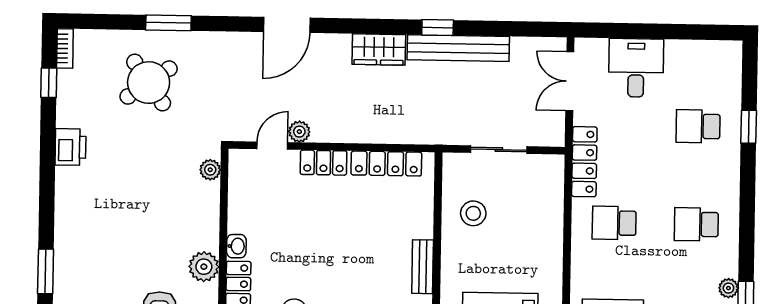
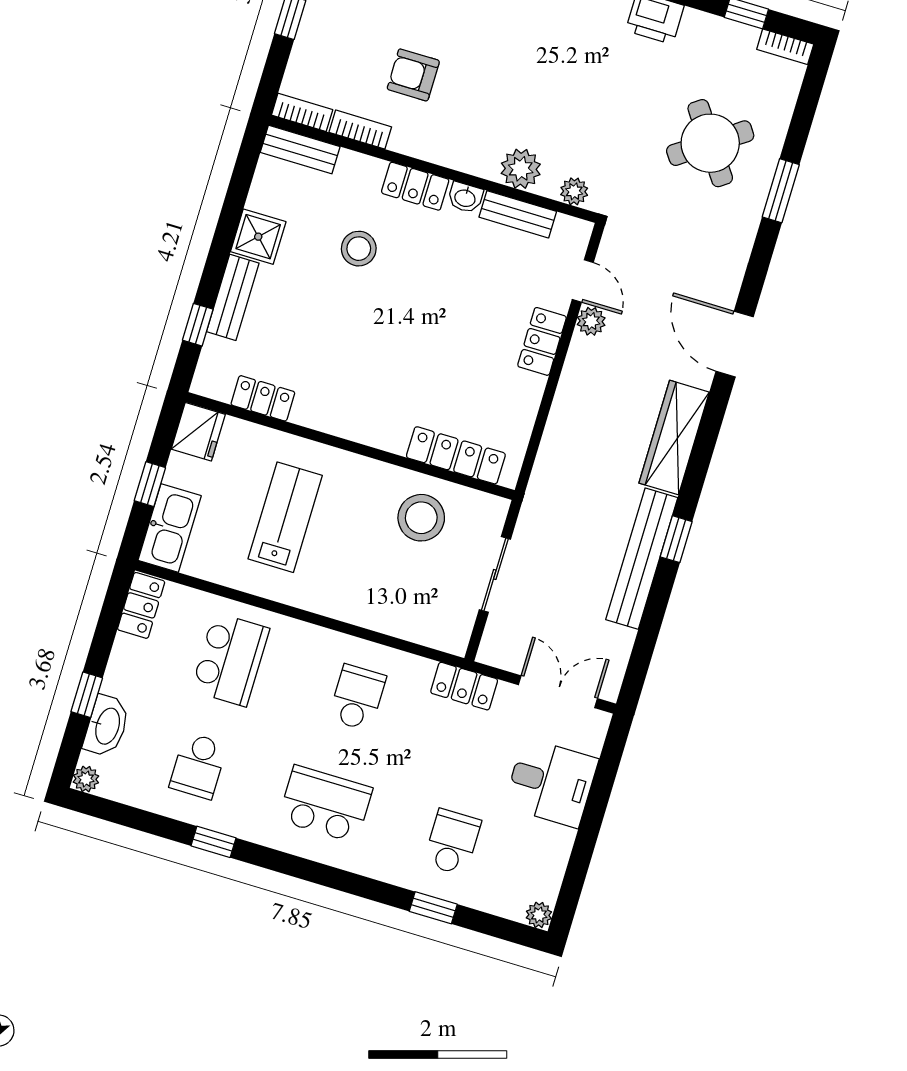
wardrobe: (379, 49) -> (674, 438), width x1.50
locker: (584, 162) -> (464, 686), width x0.66
locker: (386, 164) -> (456, 455), moved, turned 90
stool: (473, 213) -> (421, 518), width x1.38, depth x1.38
school desk: (696, 224) -> (325, 804), width x1.85
plant: (204, 267) -> (521, 169), moved
bench: (423, 267) -> (518, 214), moved
plant: (728, 288) -> (539, 915), moved

